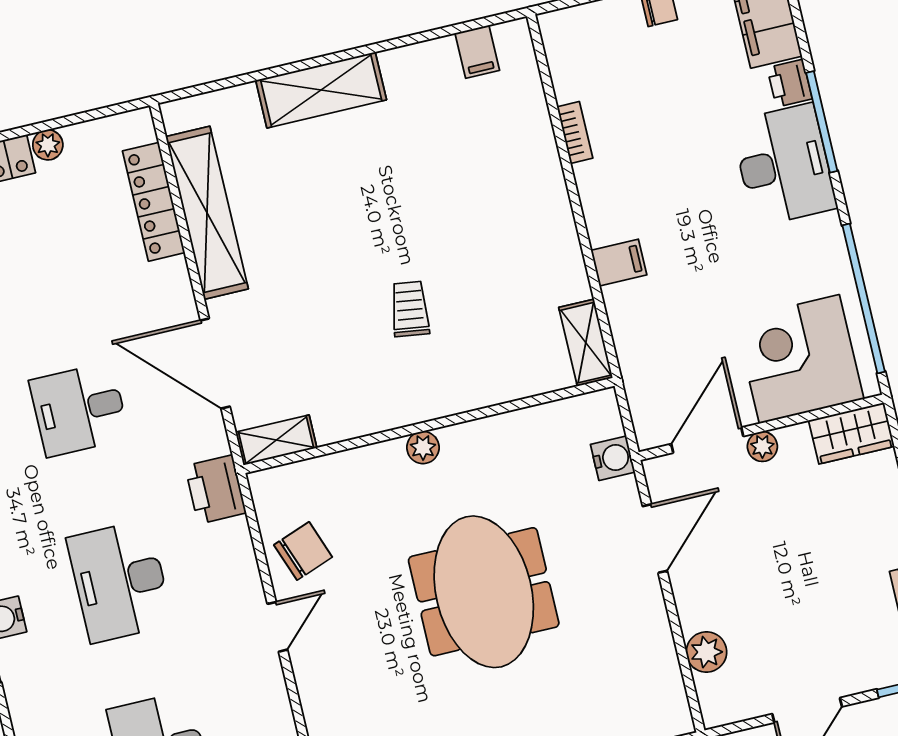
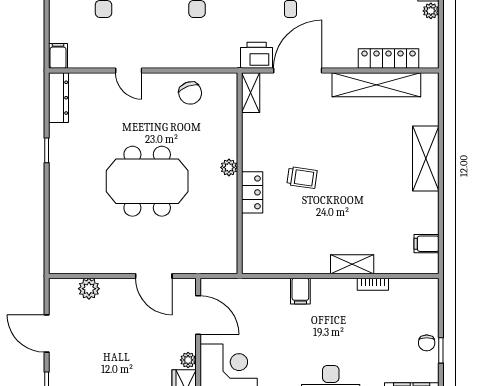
shelving: (586, 343) -> (352, 264), moved
locker: (459, 394) -> (252, 192), added
plant: (762, 447) -> (188, 360), moved
water cooler: (613, 458) -> (200, 264), removed
printer: (215, 489) -> (257, 55), moved
door: (277, 627) -> (129, 71), moved

